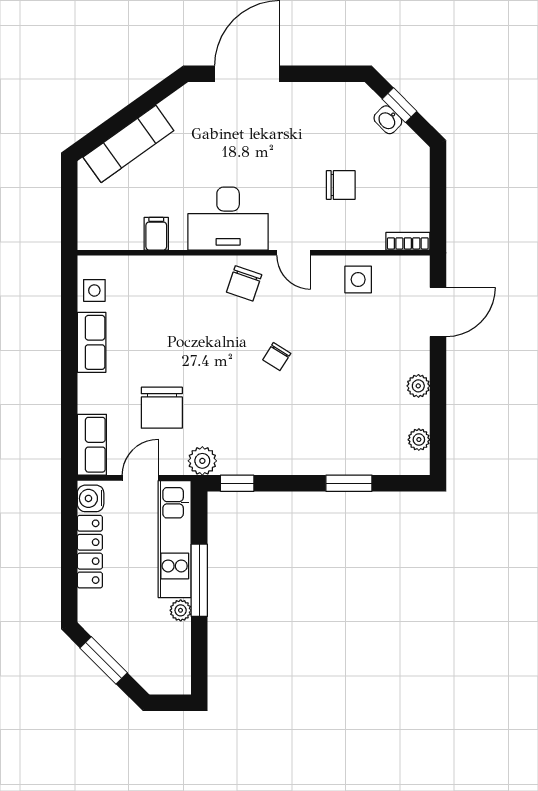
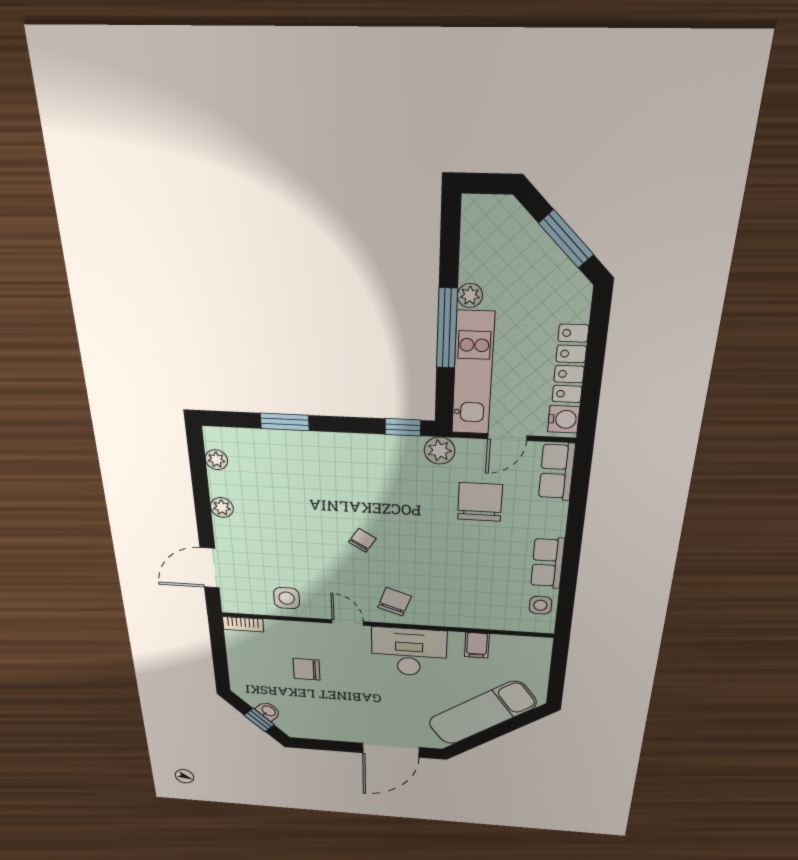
exam couch: (128, 144) -> (482, 713), width x1.36, depth x1.45

